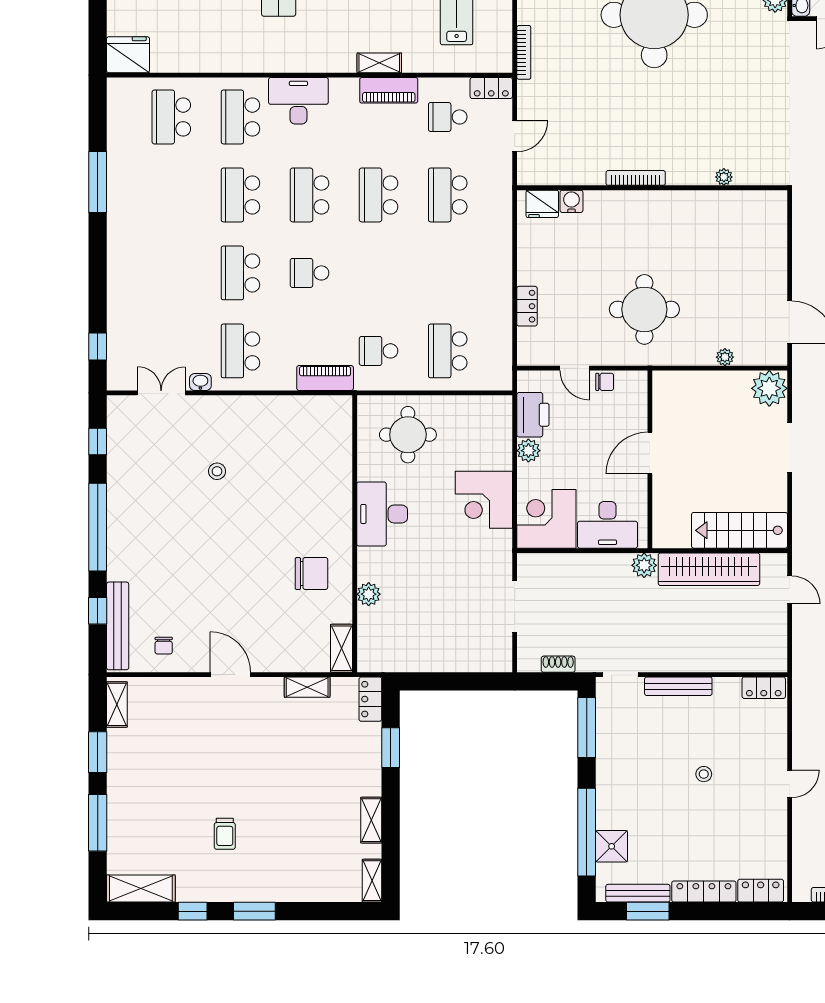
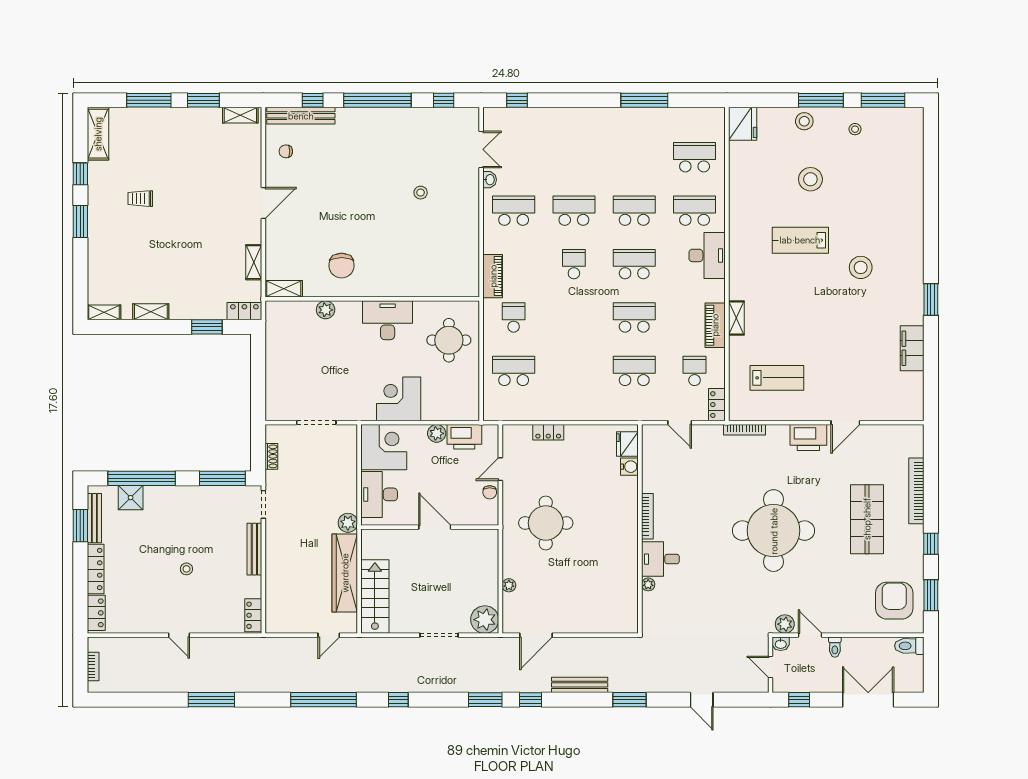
desk: (691, 161) -> (660, 559), added

